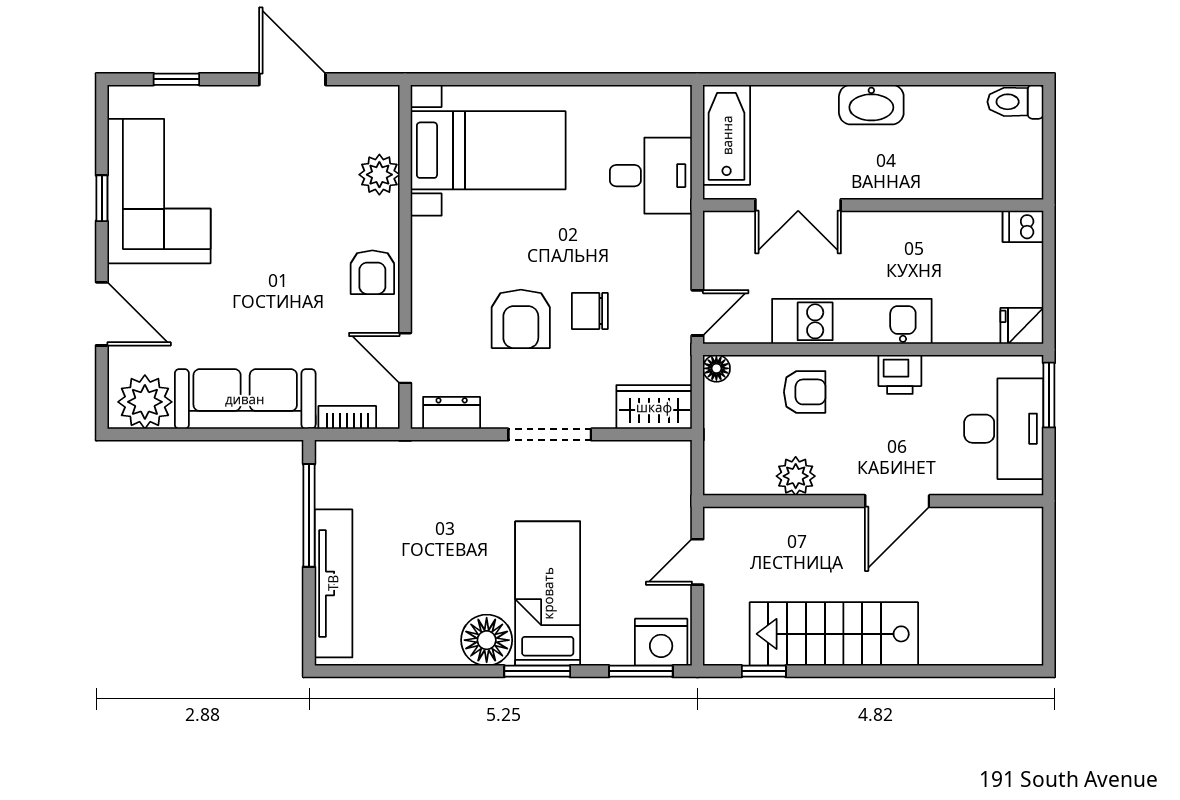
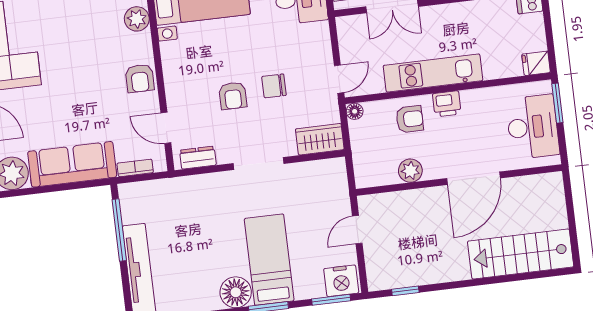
armchair: (521, 319) -> (233, 96), width x0.72, depth x0.72
printer: (900, 374) -> (447, 104), moved
door: (897, 501) -> (474, 178), width x1.36
stairs: (834, 634) -> (521, 254), moved

